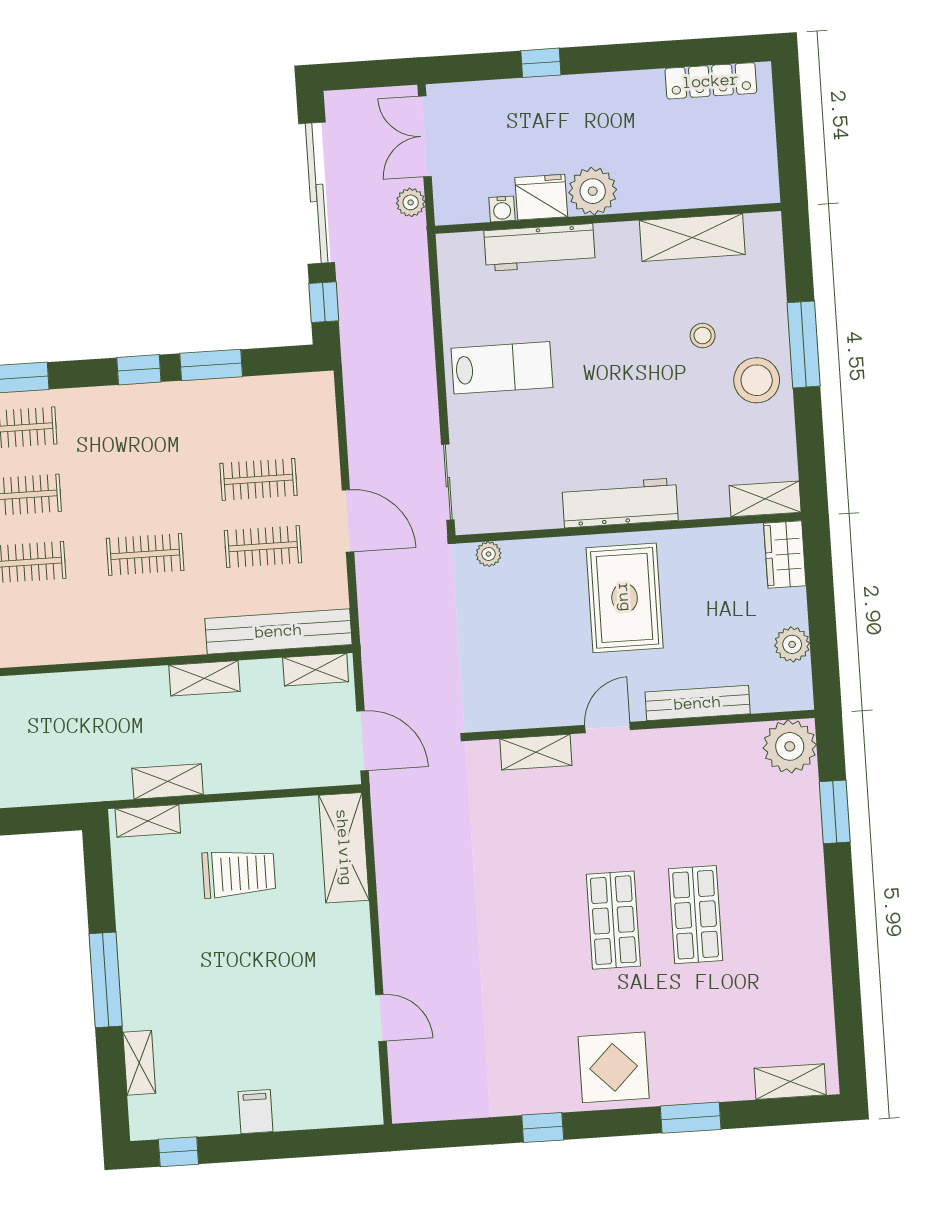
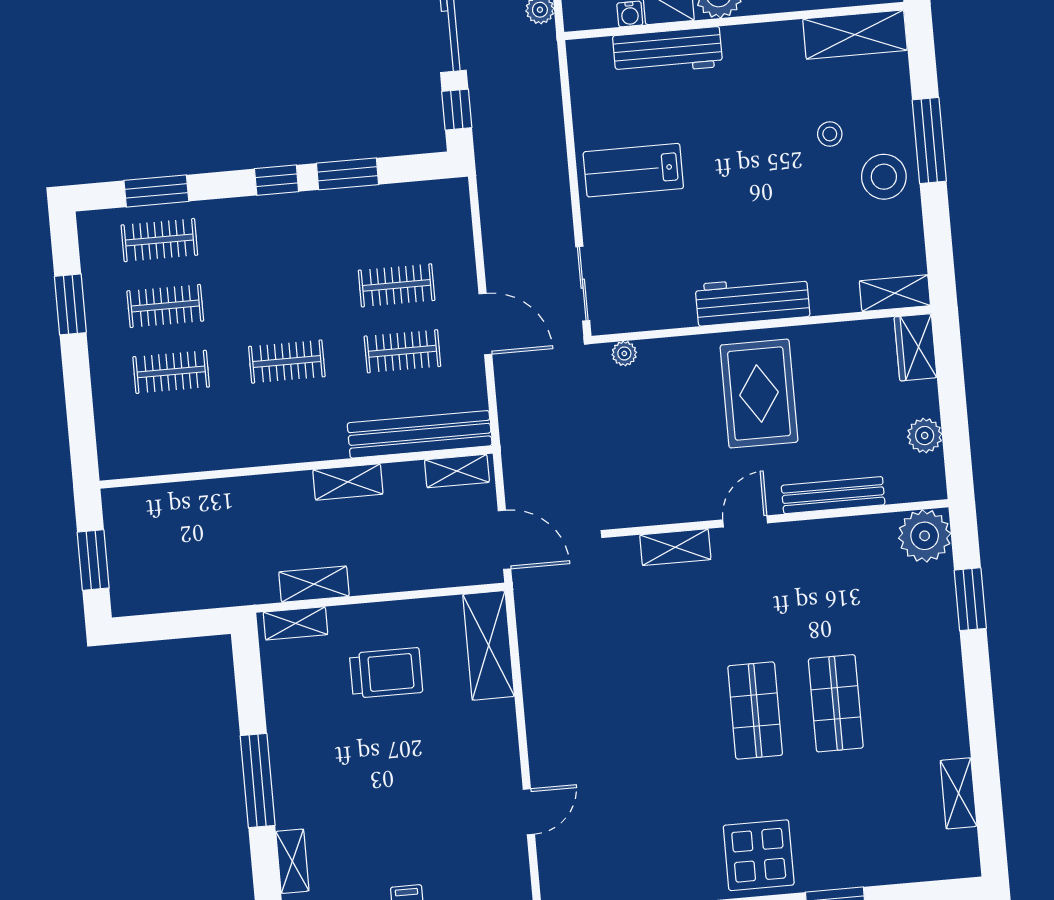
shelving: (692, 238) -> (855, 35), moved
lab bench: (502, 368) -> (633, 170), turned 180
door: (381, 1018) -> (529, 812), hinge flipped
shelving: (790, 1082) -> (959, 793), moved, turned 90

